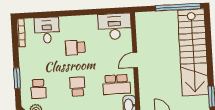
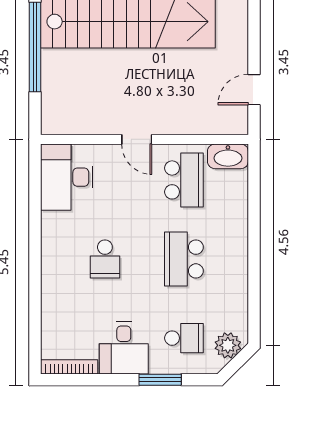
desk: (47, 30) -> (124, 348), moved, turned -90
school desk: (77, 87) -> (184, 259), width x1.85

